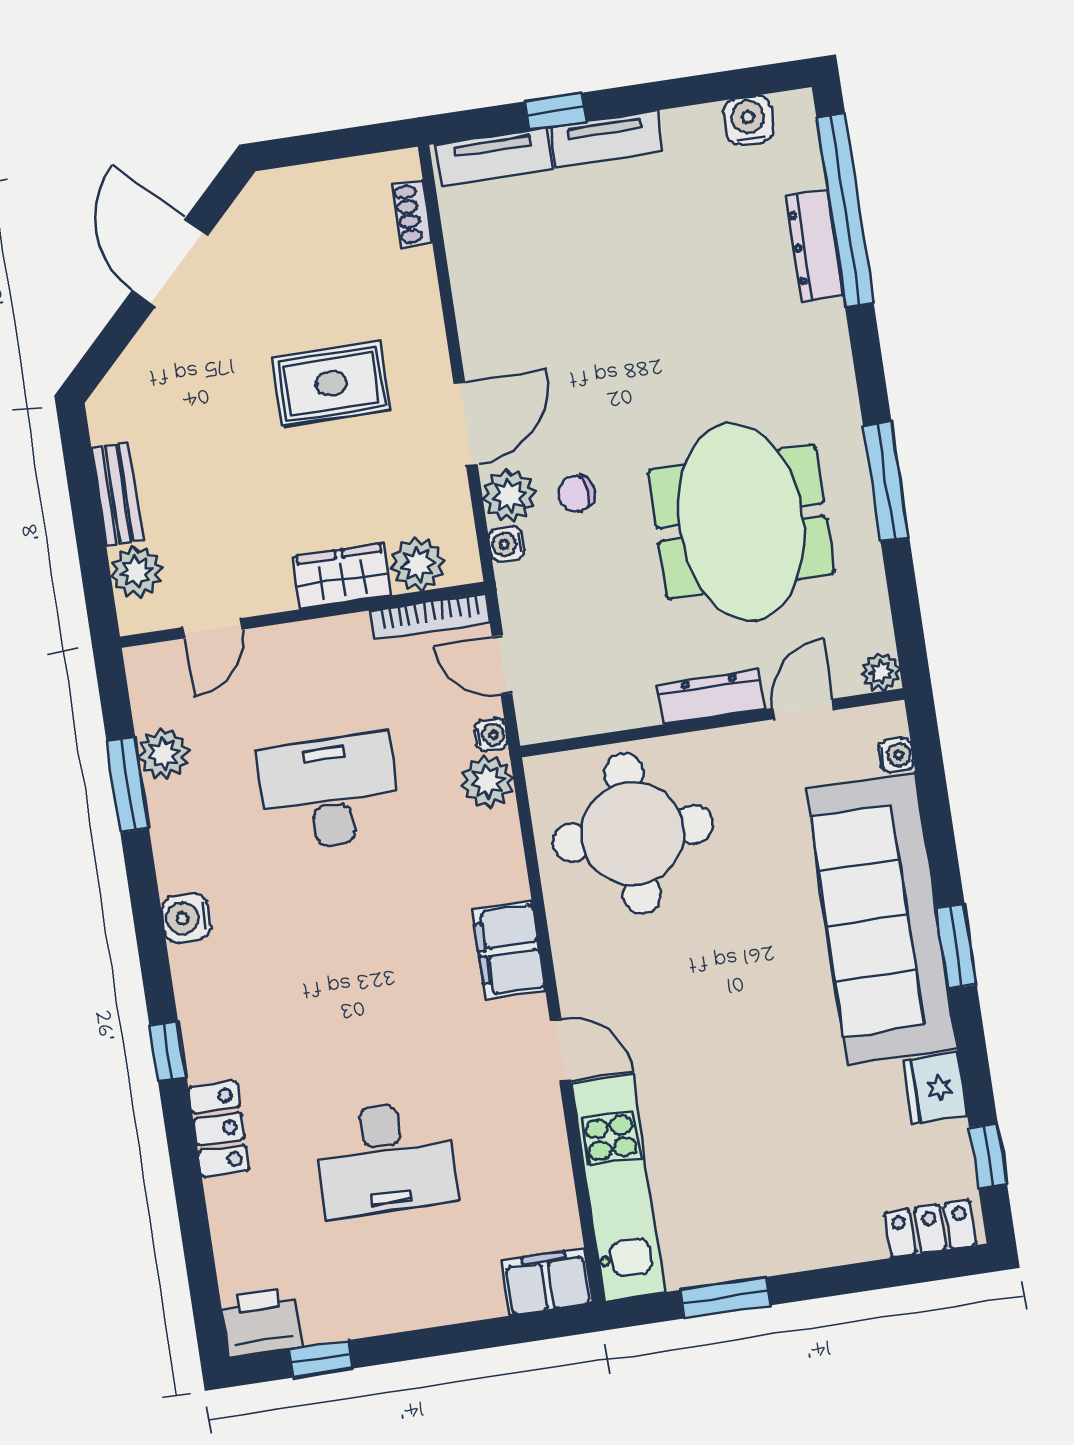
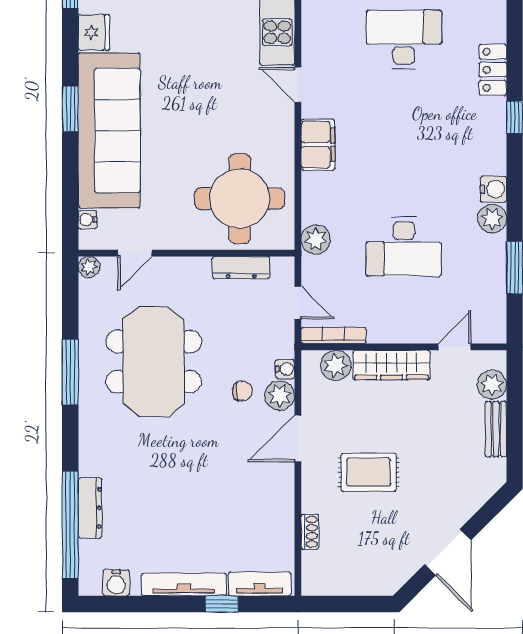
tv unit: (606, 139) -> (184, 584), width x1.41
shoe rack: (412, 214) -> (310, 532), moved
wardrobe: (342, 576) -> (392, 365), width x1.50
dresser: (711, 697) -> (241, 267), moved
water cooler: (491, 735) -> (310, 265), removed
plant: (164, 754) -> (492, 219), moved

